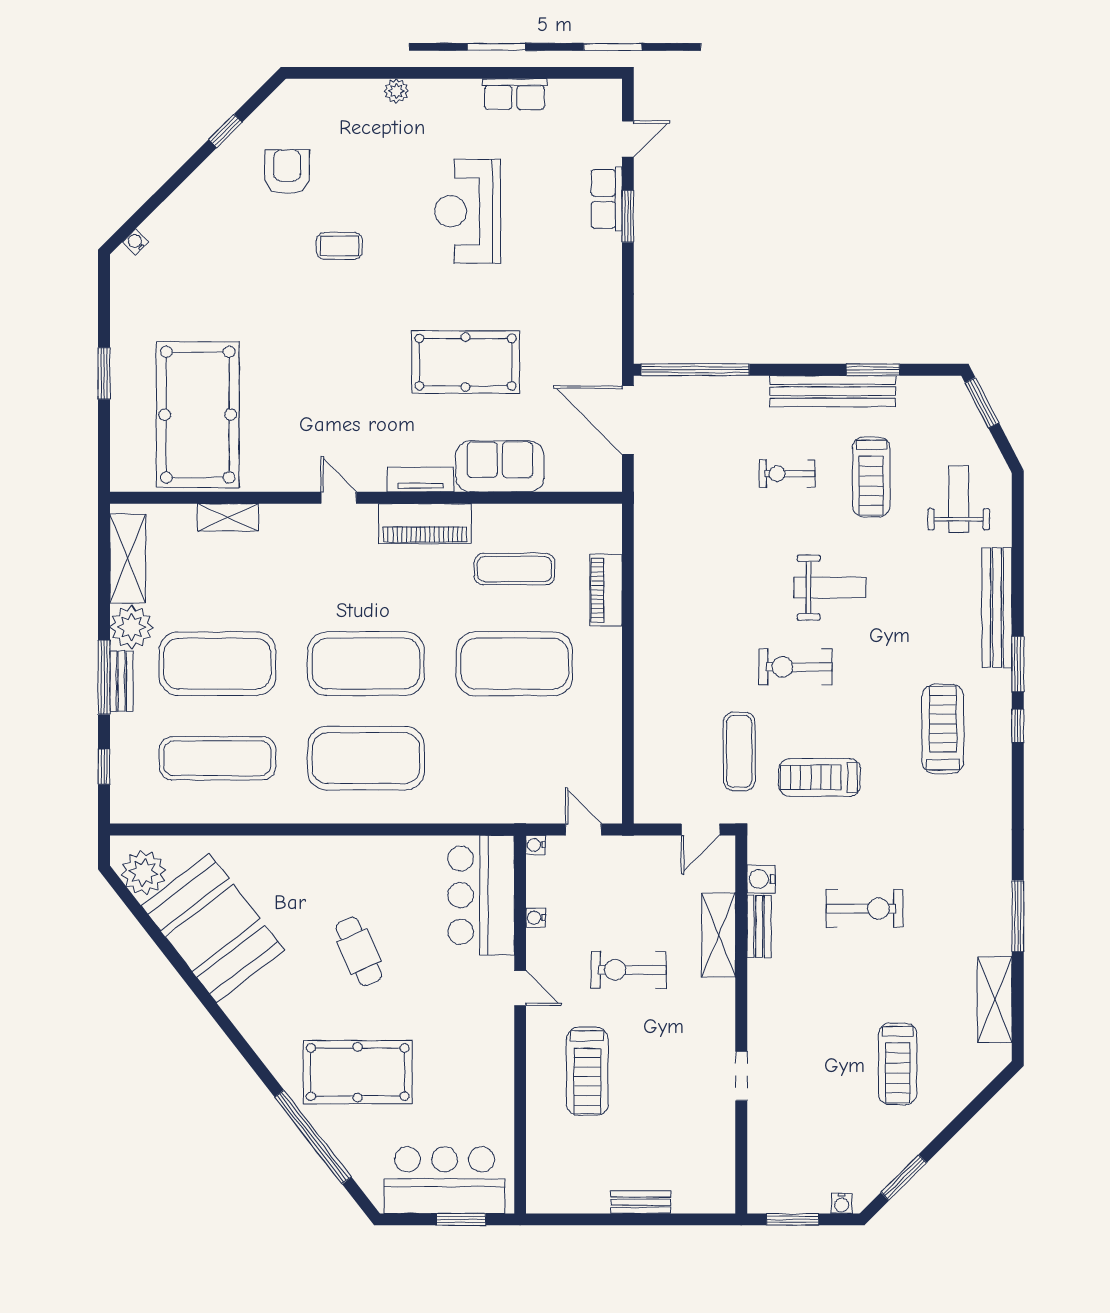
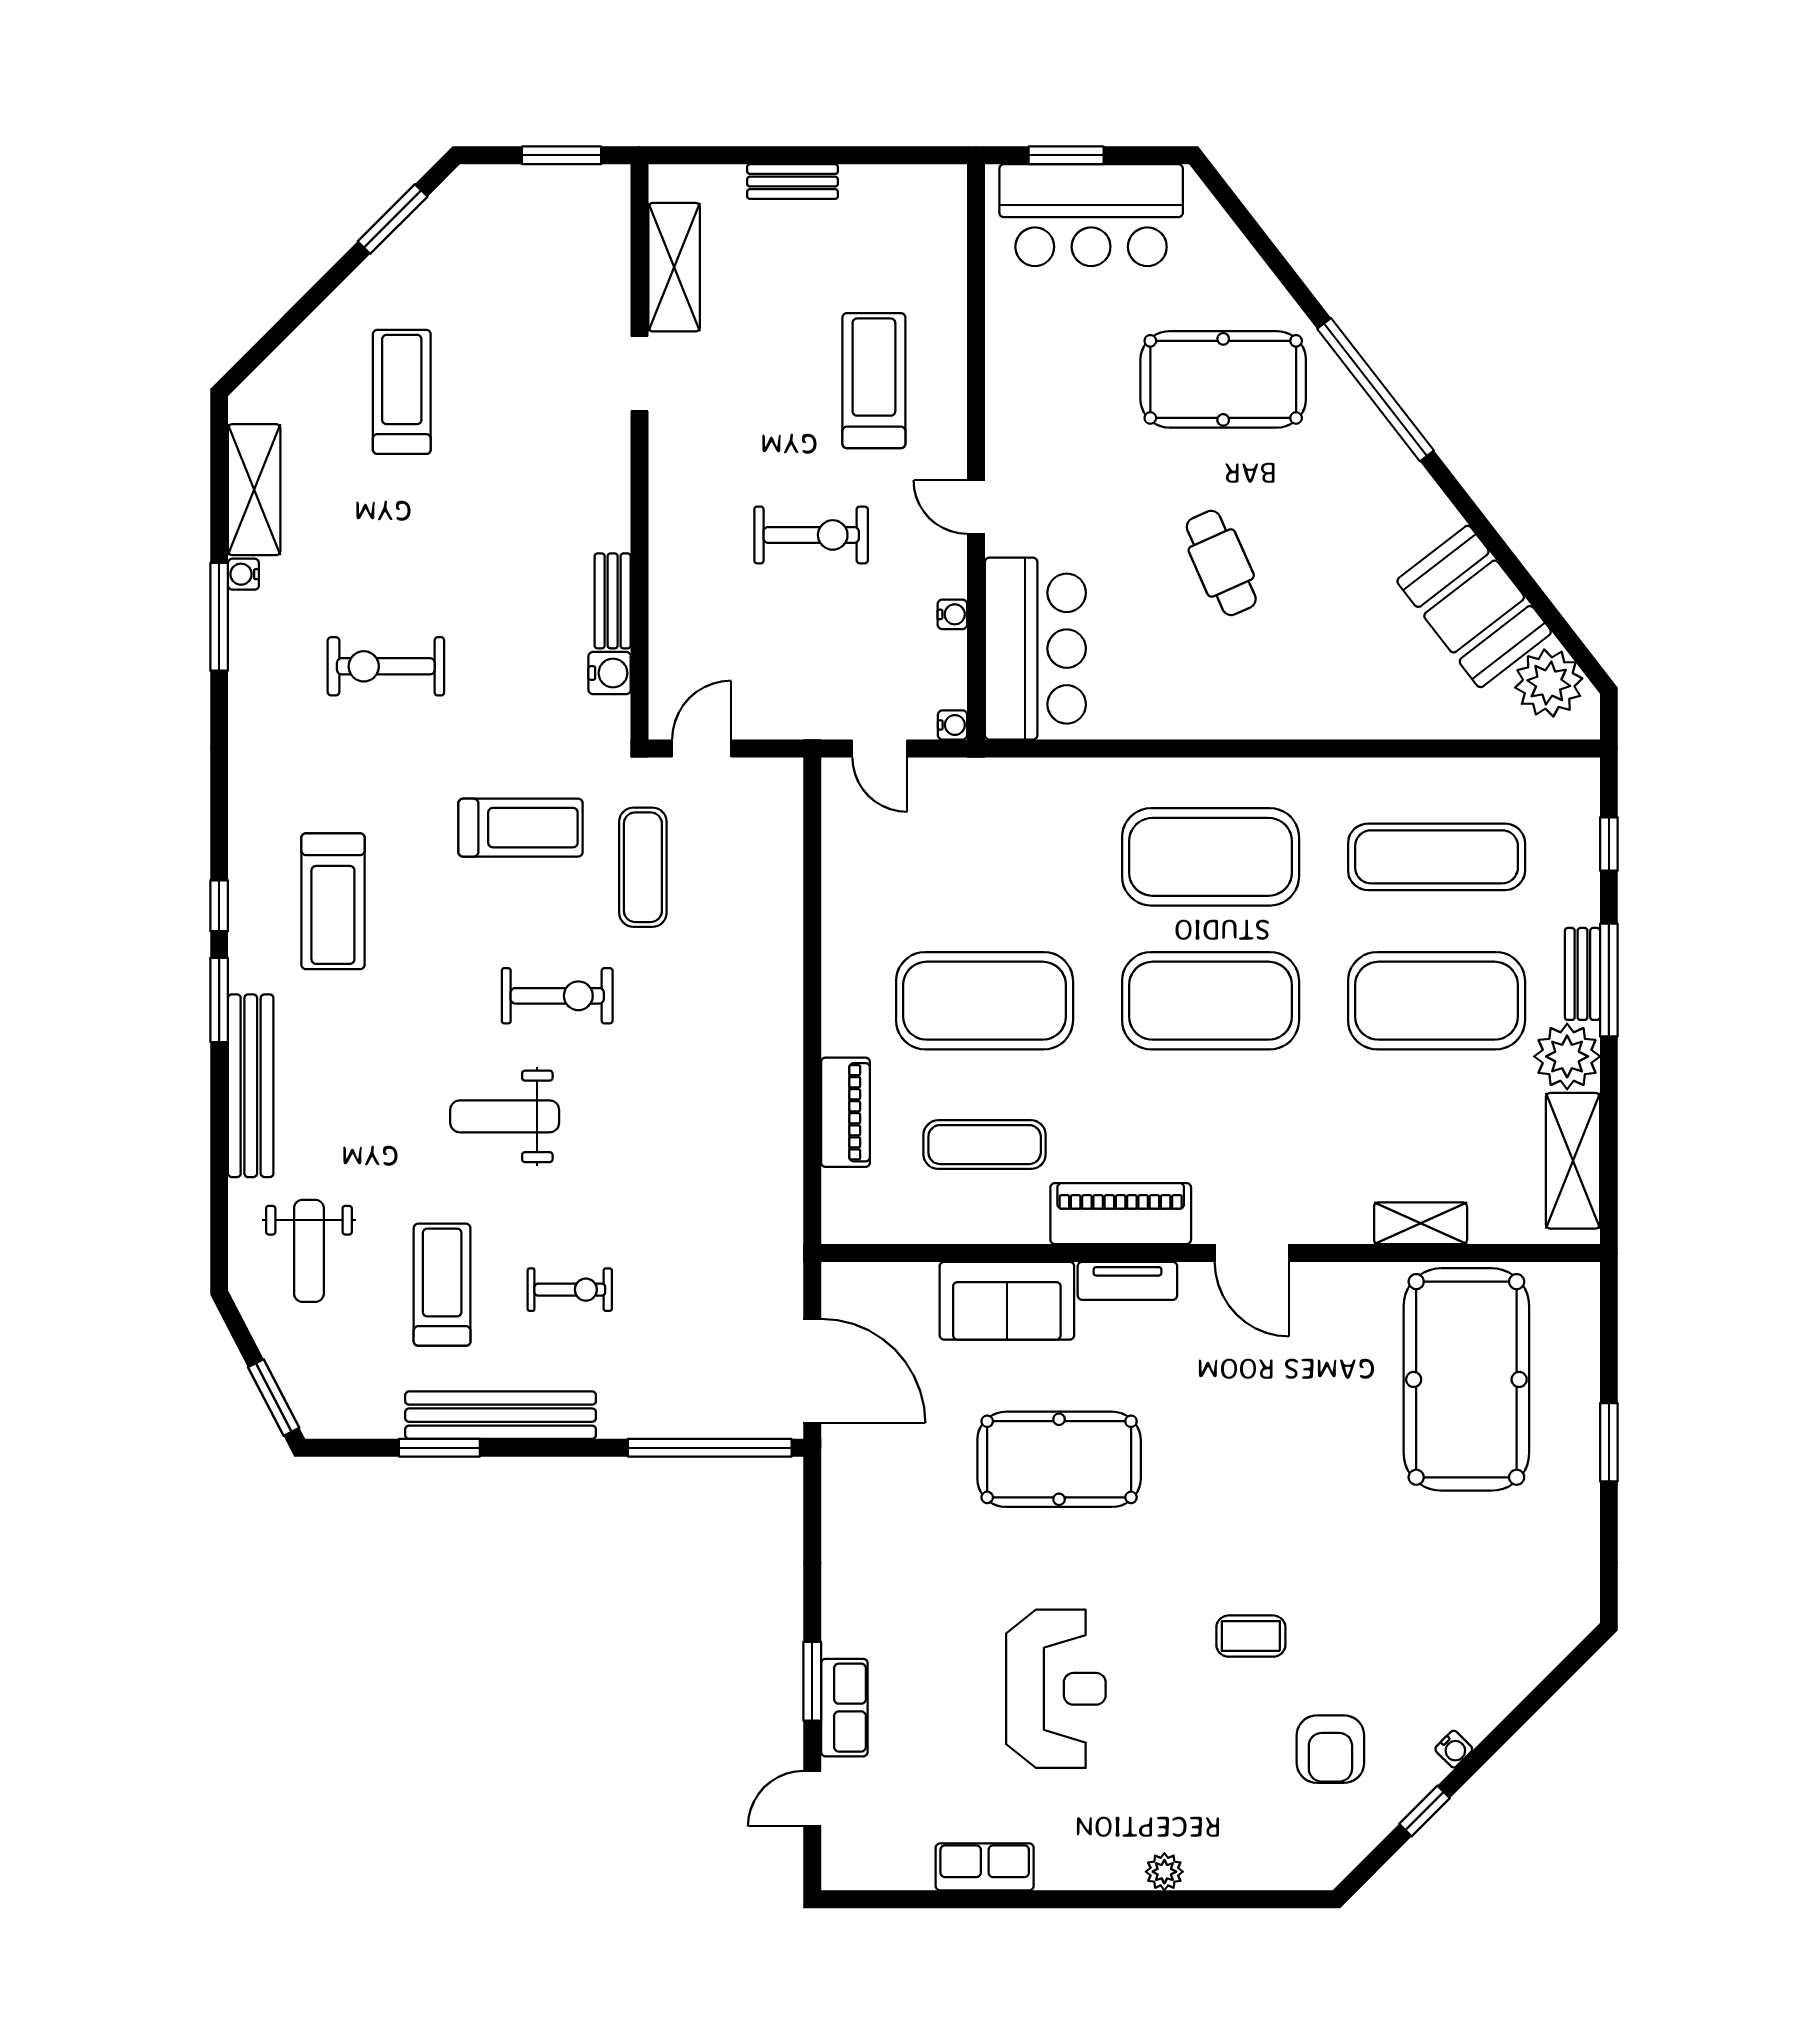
water cooler: (136, 242) -> (1454, 1749), moved
door: (339, 498) -> (1252, 1253), width x1.38
exercise bike: (865, 909) -> (386, 666), moved
booth: (213, 928) -> (1474, 606), width x0.73, depth x0.70
shelving: (719, 935) -> (674, 267), moved
window: (313, 1137) -> (1375, 390), moved
water cooler: (842, 1203) -> (243, 574), moved, turned -90

